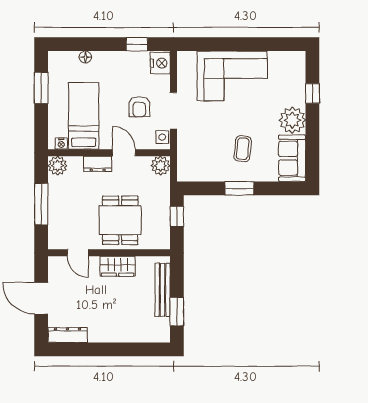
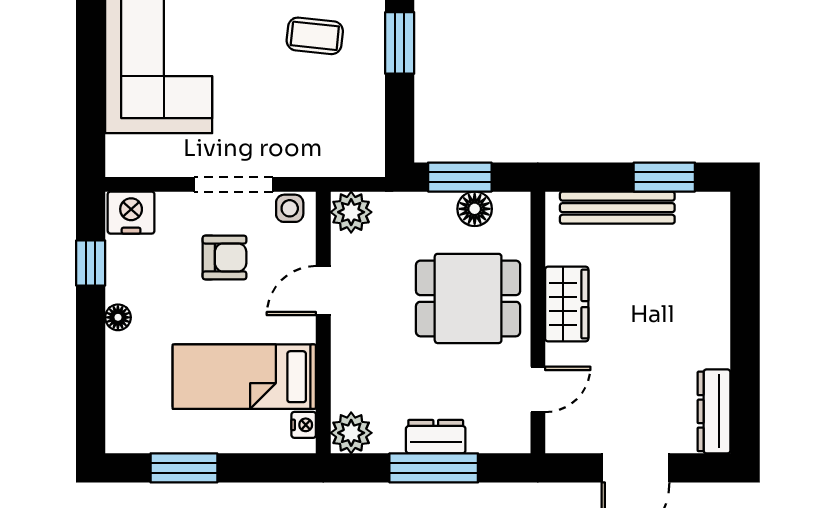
floor lamp: (85, 57) -> (118, 317), moved
dresser: (98, 164) -> (436, 437), moved, turned -90
window: (177, 216) -> (460, 177), width x1.50
floor lamp: (162, 223) -> (475, 209), added

